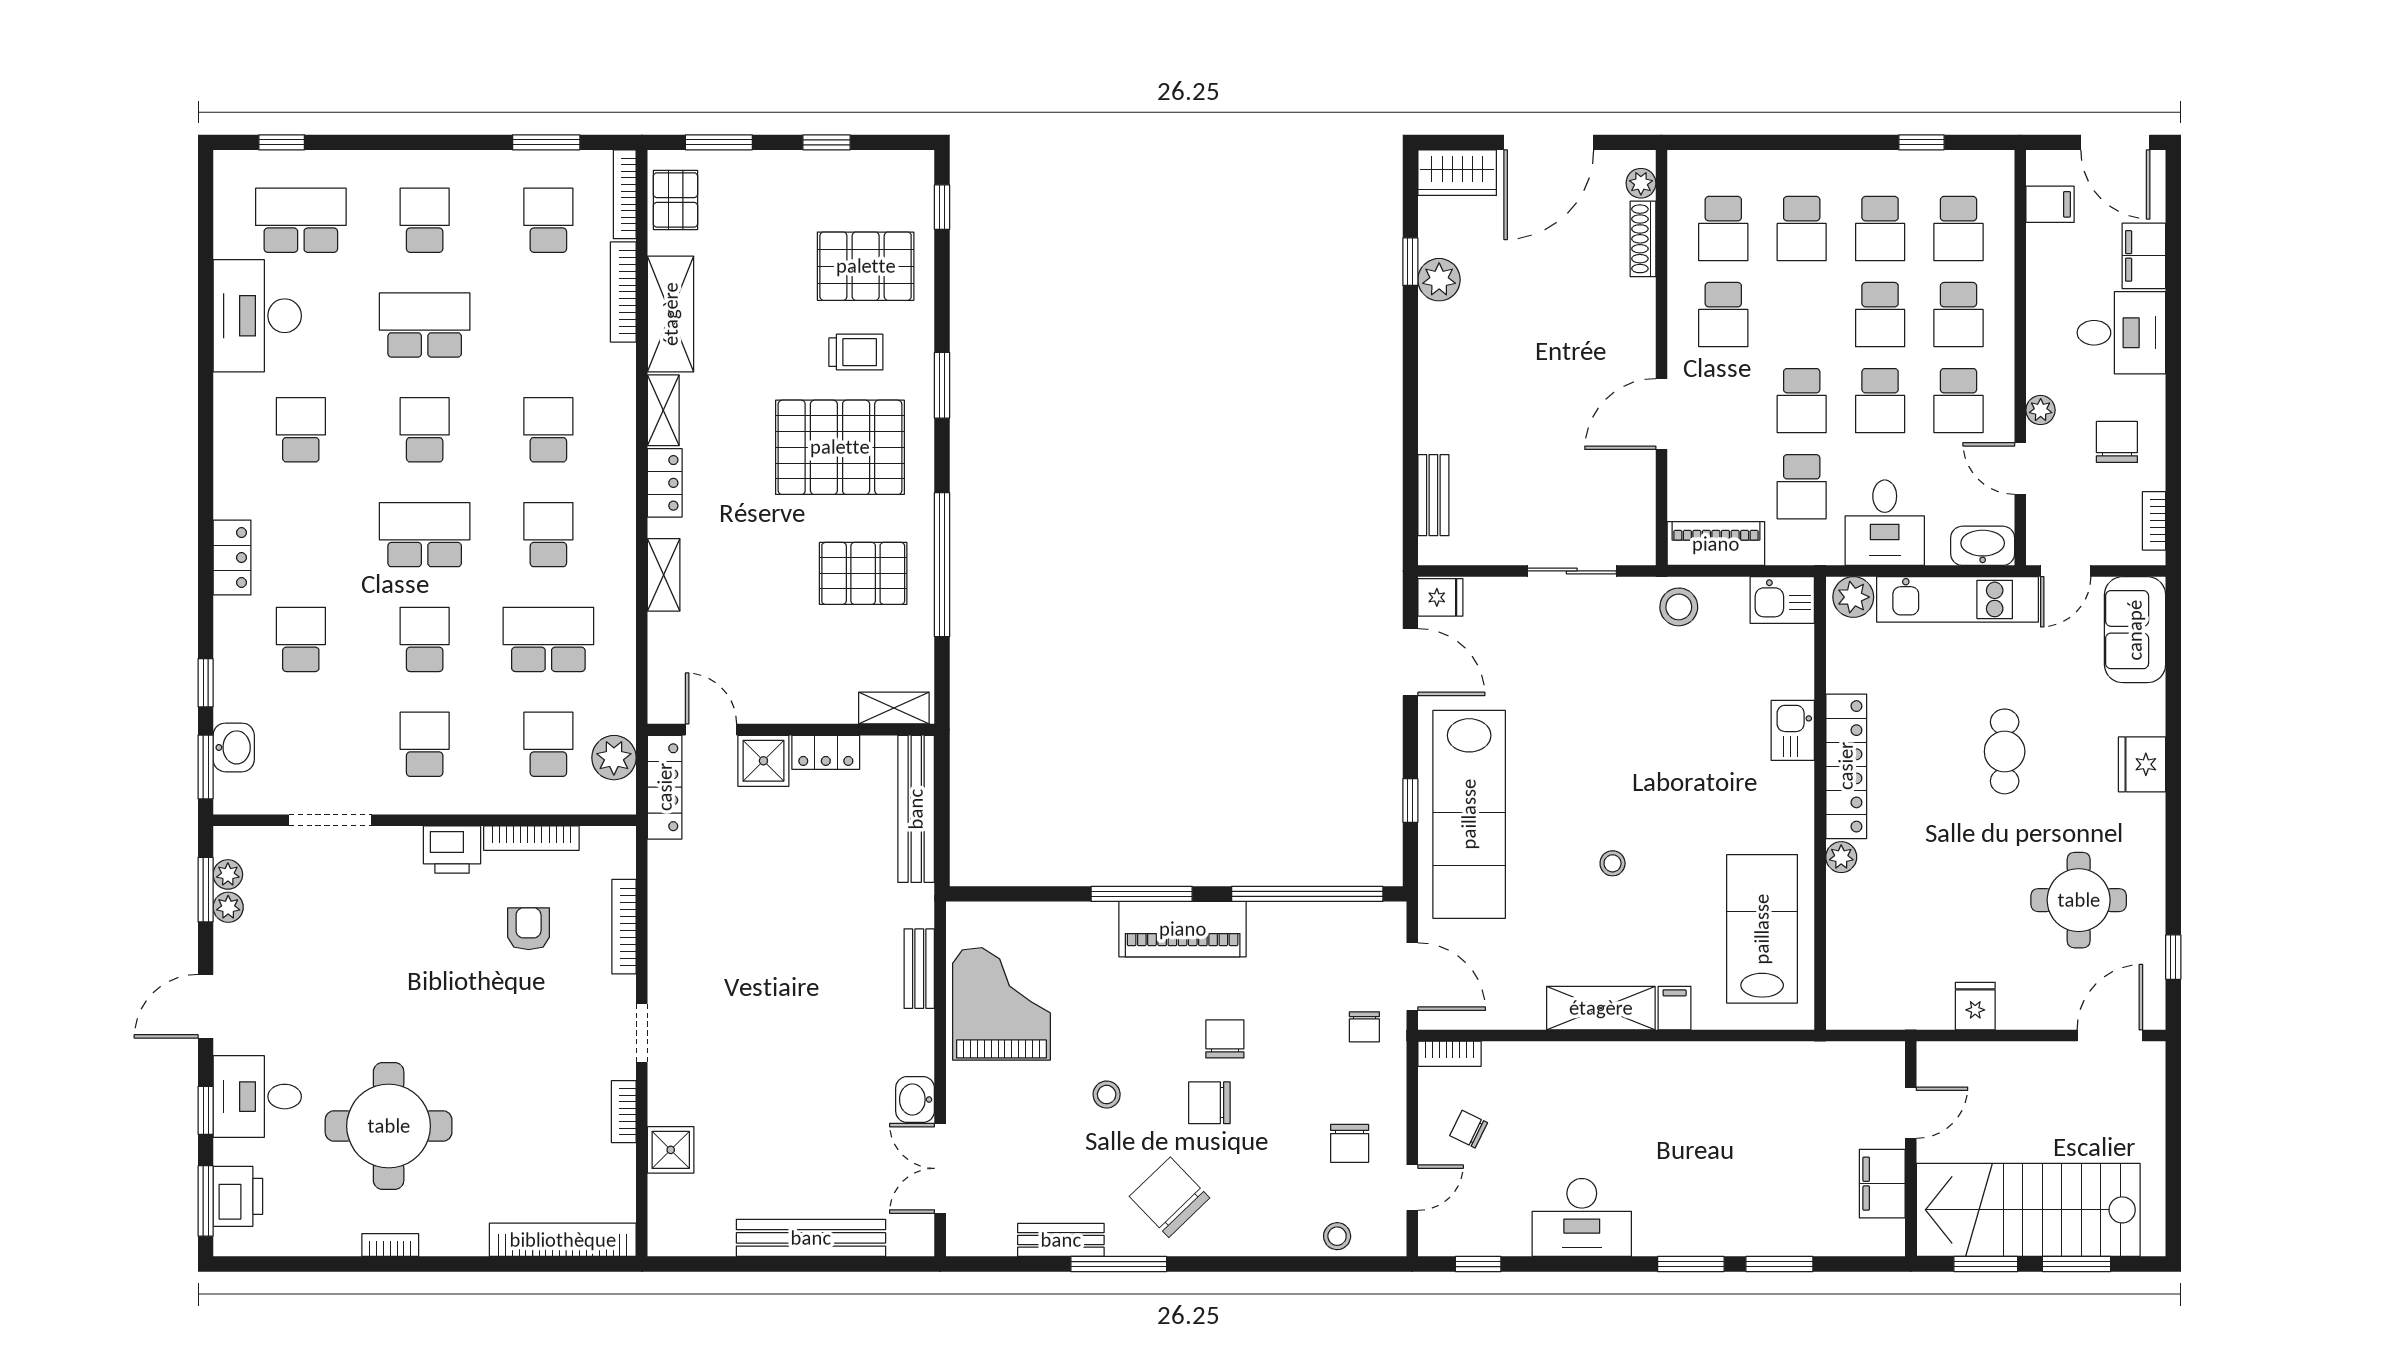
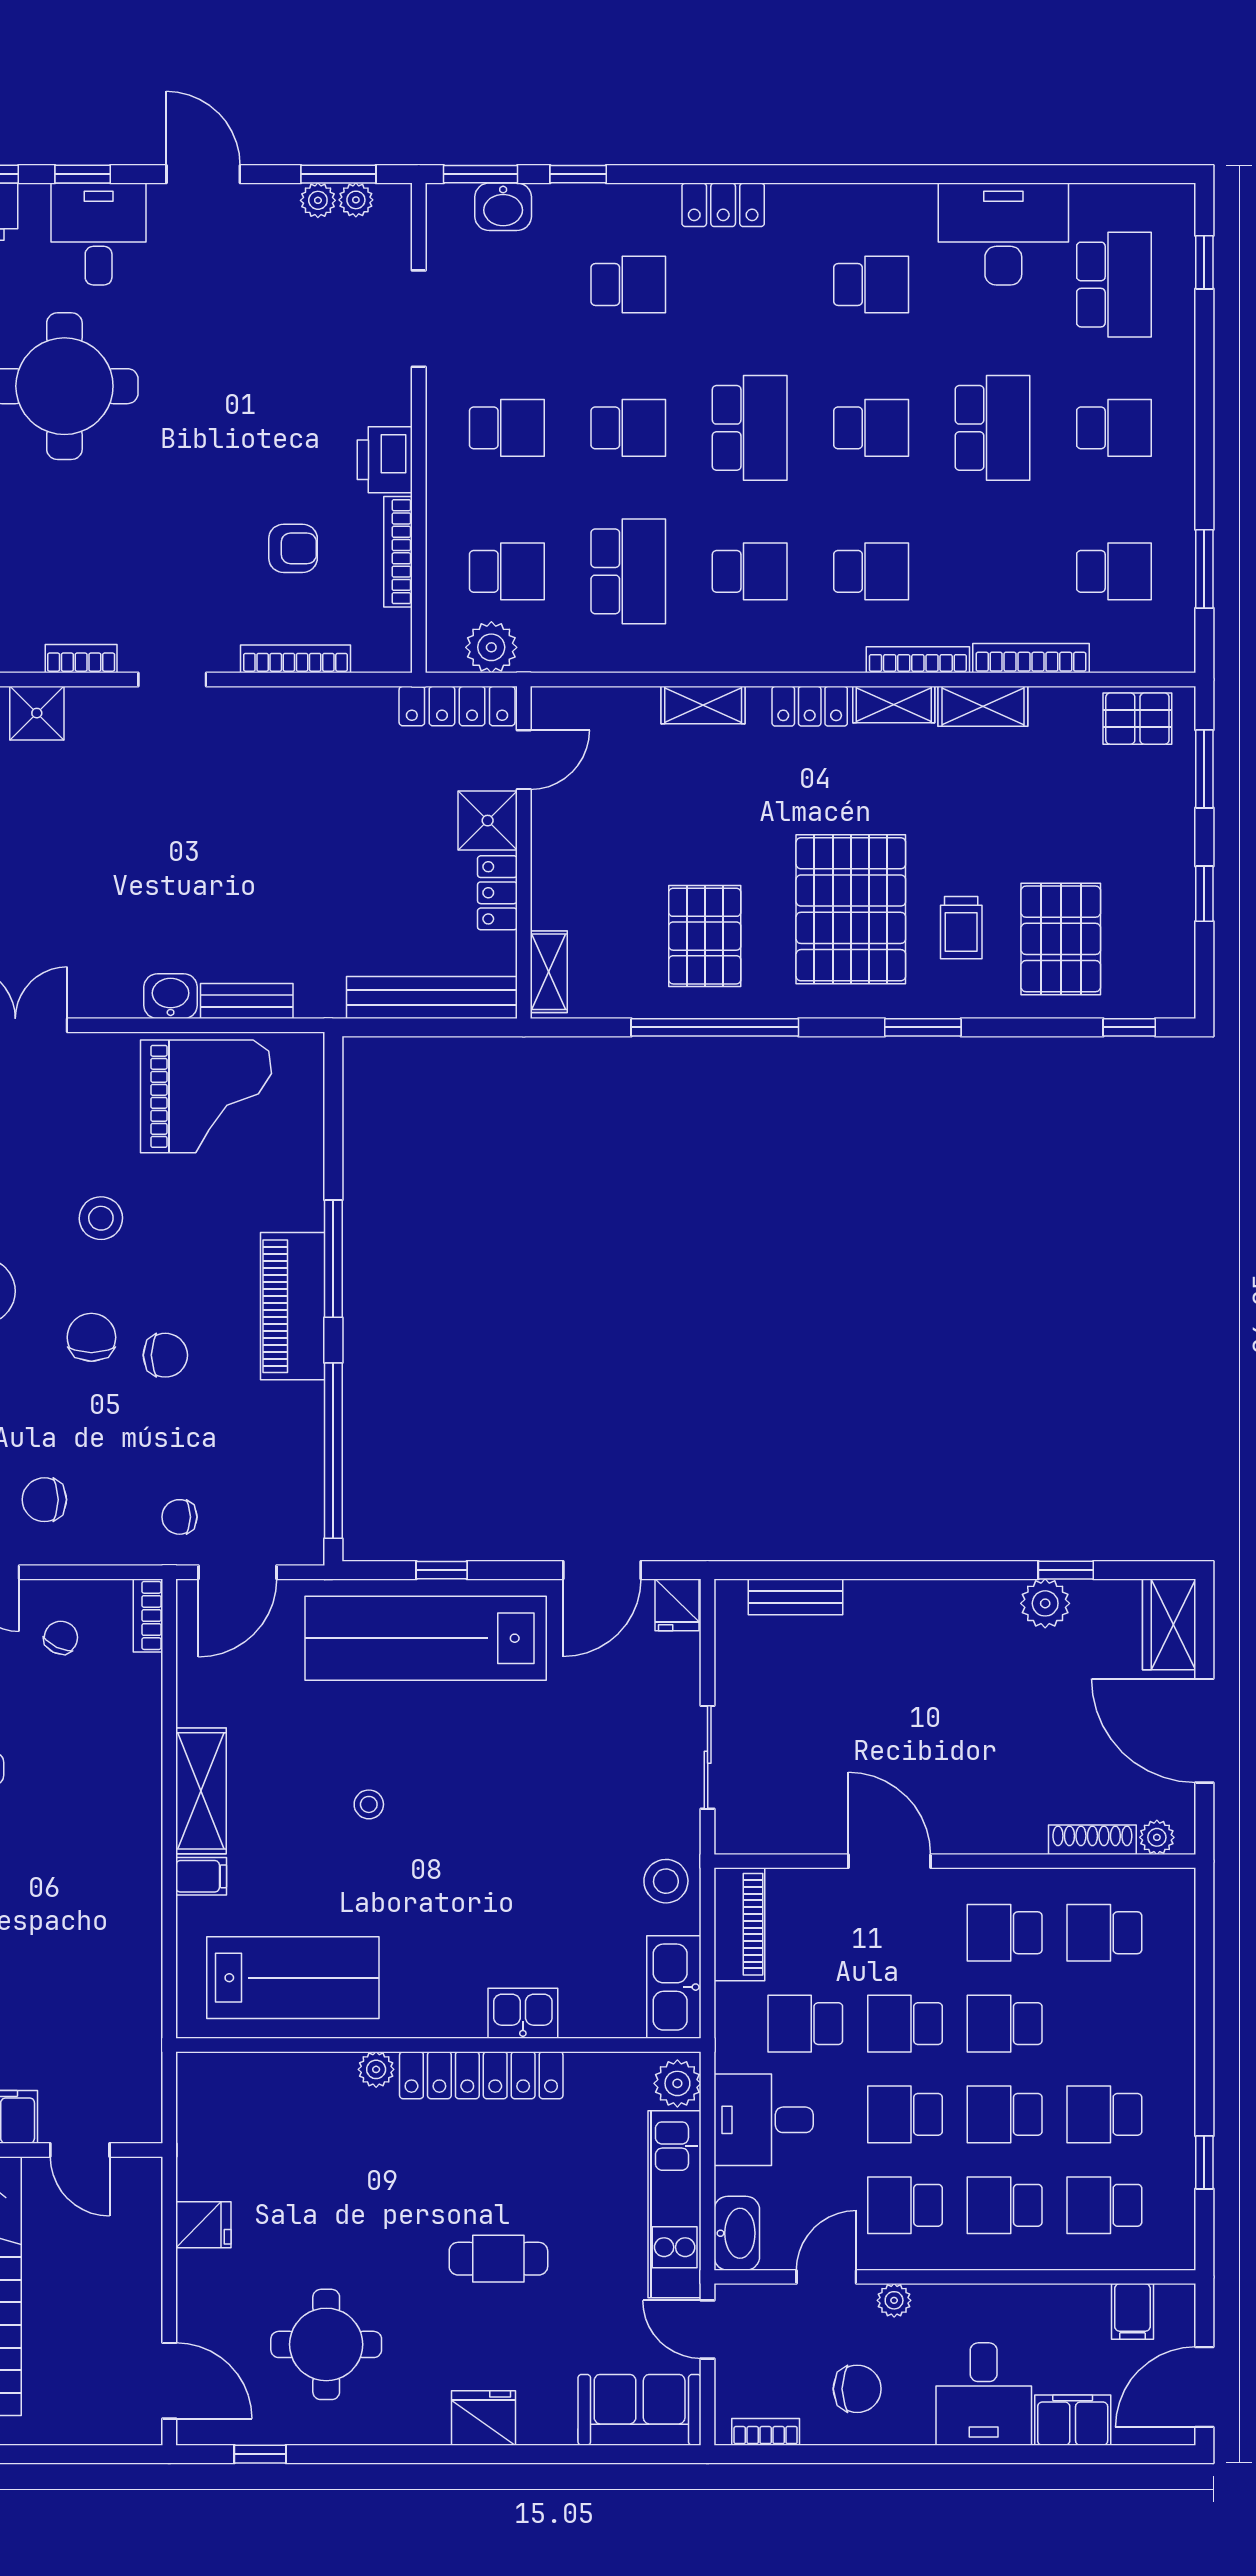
bookcase: (625, 194) -> (918, 660), moved
school desk: (1802, 229) -> (1005, 2024), moved
shelving: (671, 314) -> (983, 706), width x0.67, depth x0.75
kitchen sink: (1782, 600) -> (674, 1987), width x1.38
stool: (1107, 1095) -> (101, 1218), width x1.37, depth x1.37
washbasin: (915, 1100) -> (171, 996), moved

